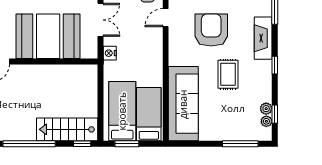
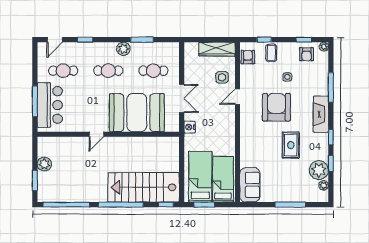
sofa: (183, 104) -> (250, 185), width x0.54, depth x0.79
plant: (266, 109) -> (319, 170), width x1.87, depth x1.87
window: (275, 114) -> (331, 163), moved
stairs: (67, 129) -> (144, 187), width x1.36, depth x1.51
window: (240, 144) -> (290, 205), moved

